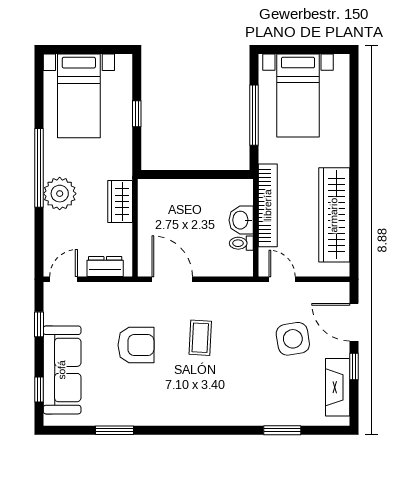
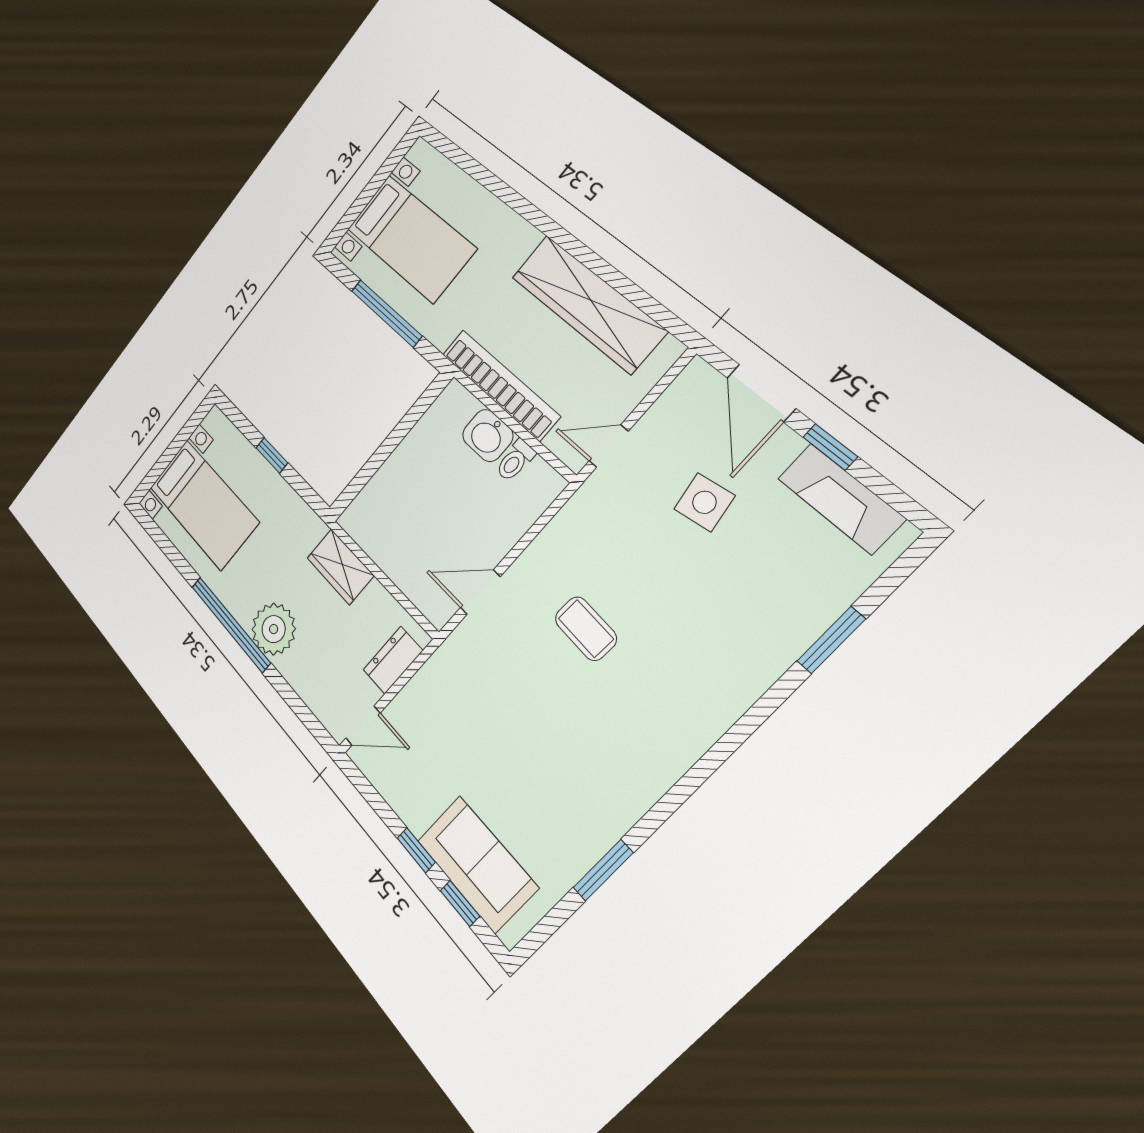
door: (64, 279) -> (363, 726), swing flipped
door: (172, 279) -> (480, 592), width x0.73
door: (354, 322) -> (761, 393), hinge flipped
window: (39, 324) -> (416, 850), moved
side table: (293, 339) -> (704, 502), width x0.73, depth x0.73
armchair: (136, 345) -> (518, 722), removed
sofa: (62, 370) -> (477, 864), width x0.73

